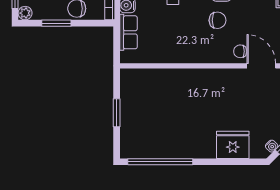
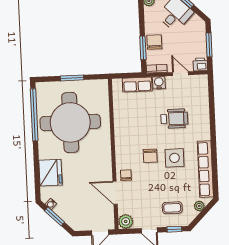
window: (56, 23) -> (143, 48), moved
door: (261, 66) -> (115, 193), swing flipped
round table: (172, 117) -> (70, 122), added

